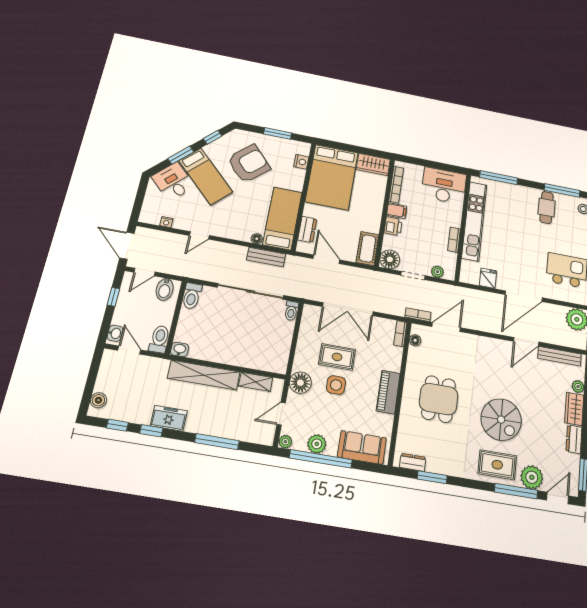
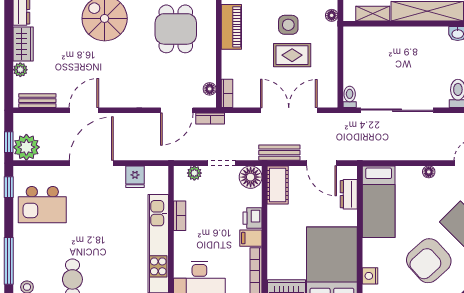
floor lamp: (257, 239) -> (429, 172), moved
bench: (266, 257) -> (279, 153), moved
bench: (559, 356) -> (37, 101), width x0.73
floor lamp: (300, 383) -> (332, 15), width x0.53, depth x0.53

